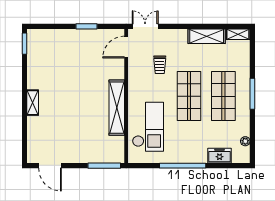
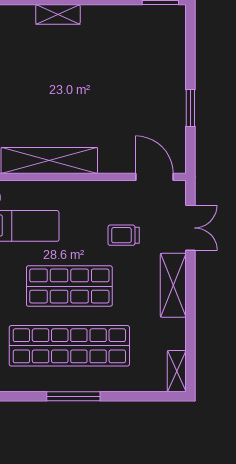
double door: (145, 26) -> (190, 228), moved
shelving: (207, 36) -> (173, 285), moved
shop shelf: (223, 96) -> (69, 346), width x1.40

